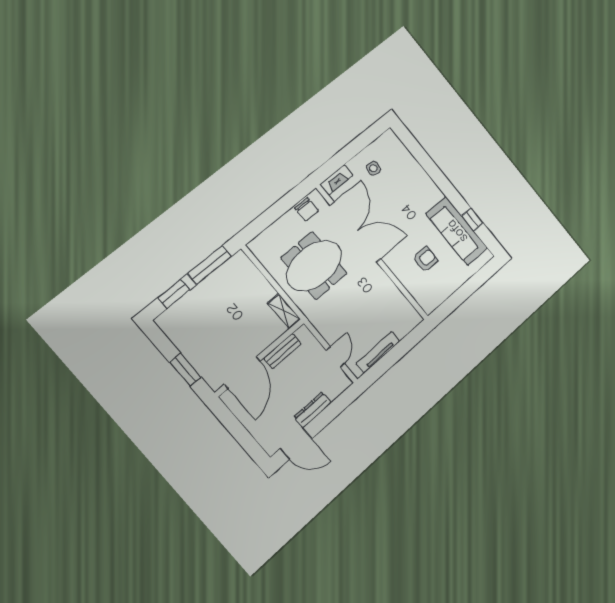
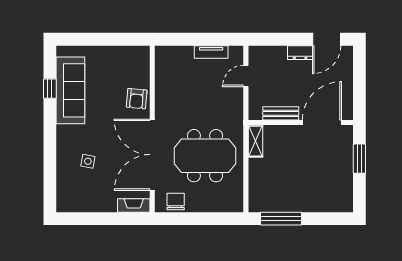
side table: (373, 168) -> (88, 161), moved
armchair: (425, 259) -> (137, 99), moved, turned -85
window: (174, 294) -> (323, 219), removed
tv unit: (378, 352) -> (211, 52), width x0.71
dresser: (313, 410) -> (300, 53), width x0.70
door: (296, 444) -> (327, 39), swing flipped

